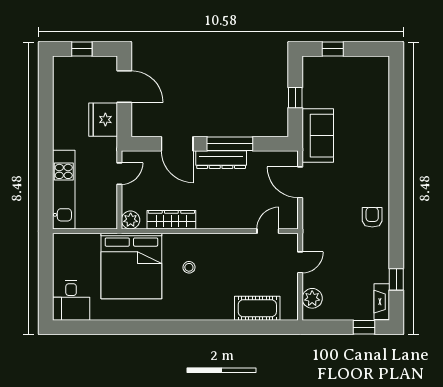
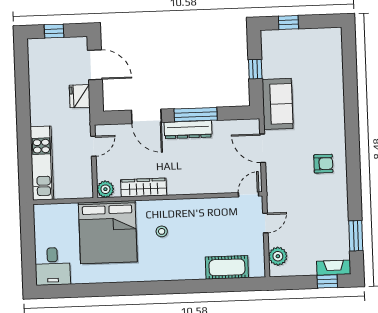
fridge: (103, 120) -> (80, 96), width x0.73, depth x0.75
armchair: (372, 217) -> (323, 164), moved, turned 90
door: (268, 231) -> (249, 194), moved
window: (396, 279) -> (356, 236), width x1.50
fireplace: (382, 302) -> (334, 268), moved, turned 90

